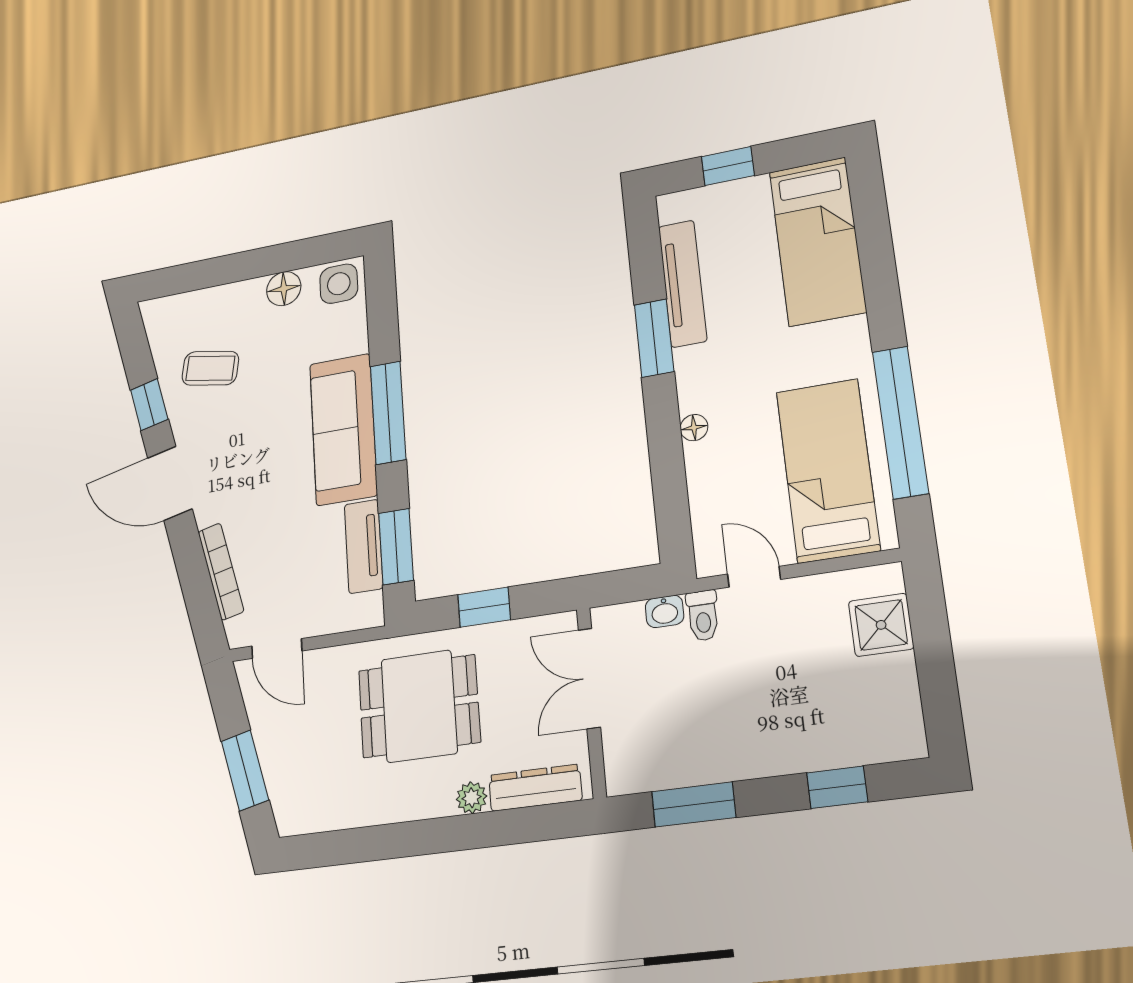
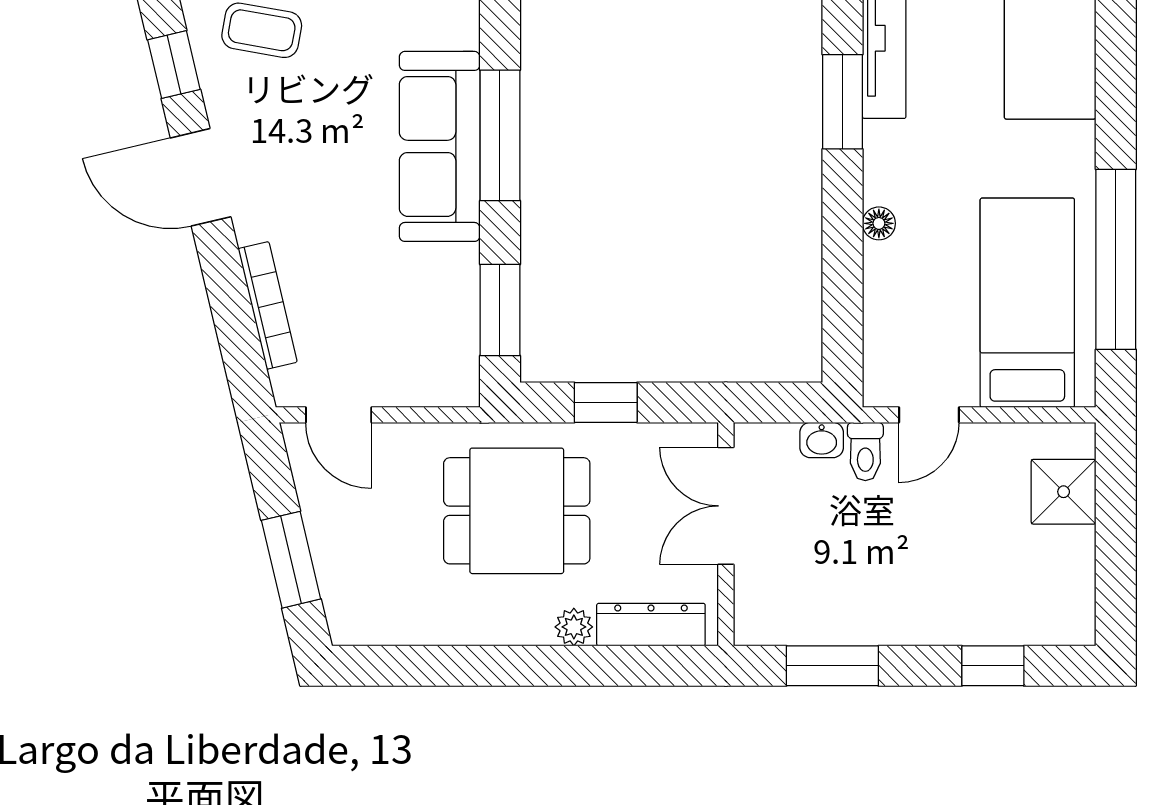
tv unit: (364, 546) -> (458, 303), removed
door: (754, 577) -> (929, 415), swing flipped

